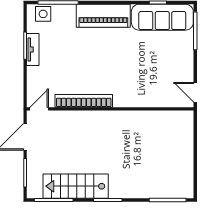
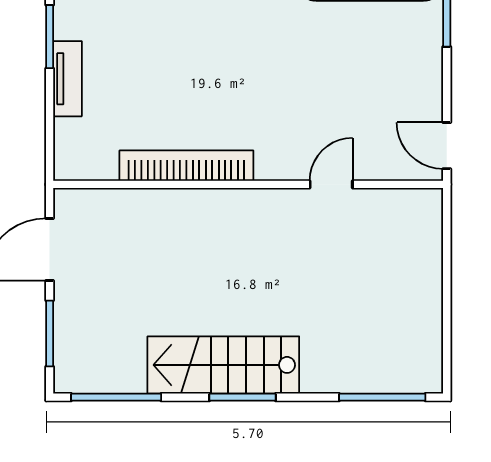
tv unit: (33, 50) -> (67, 79), moved
door: (39, 109) -> (331, 184), moved
stairs: (76, 186) -> (223, 365), moved

